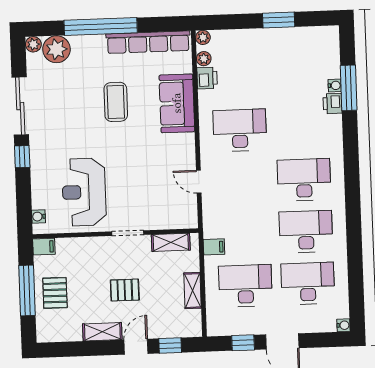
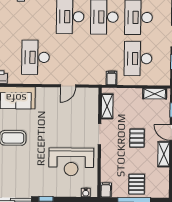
shelving: (193, 291) -> (155, 94), moved
pallet: (55, 293) -> (137, 184), turned 90

